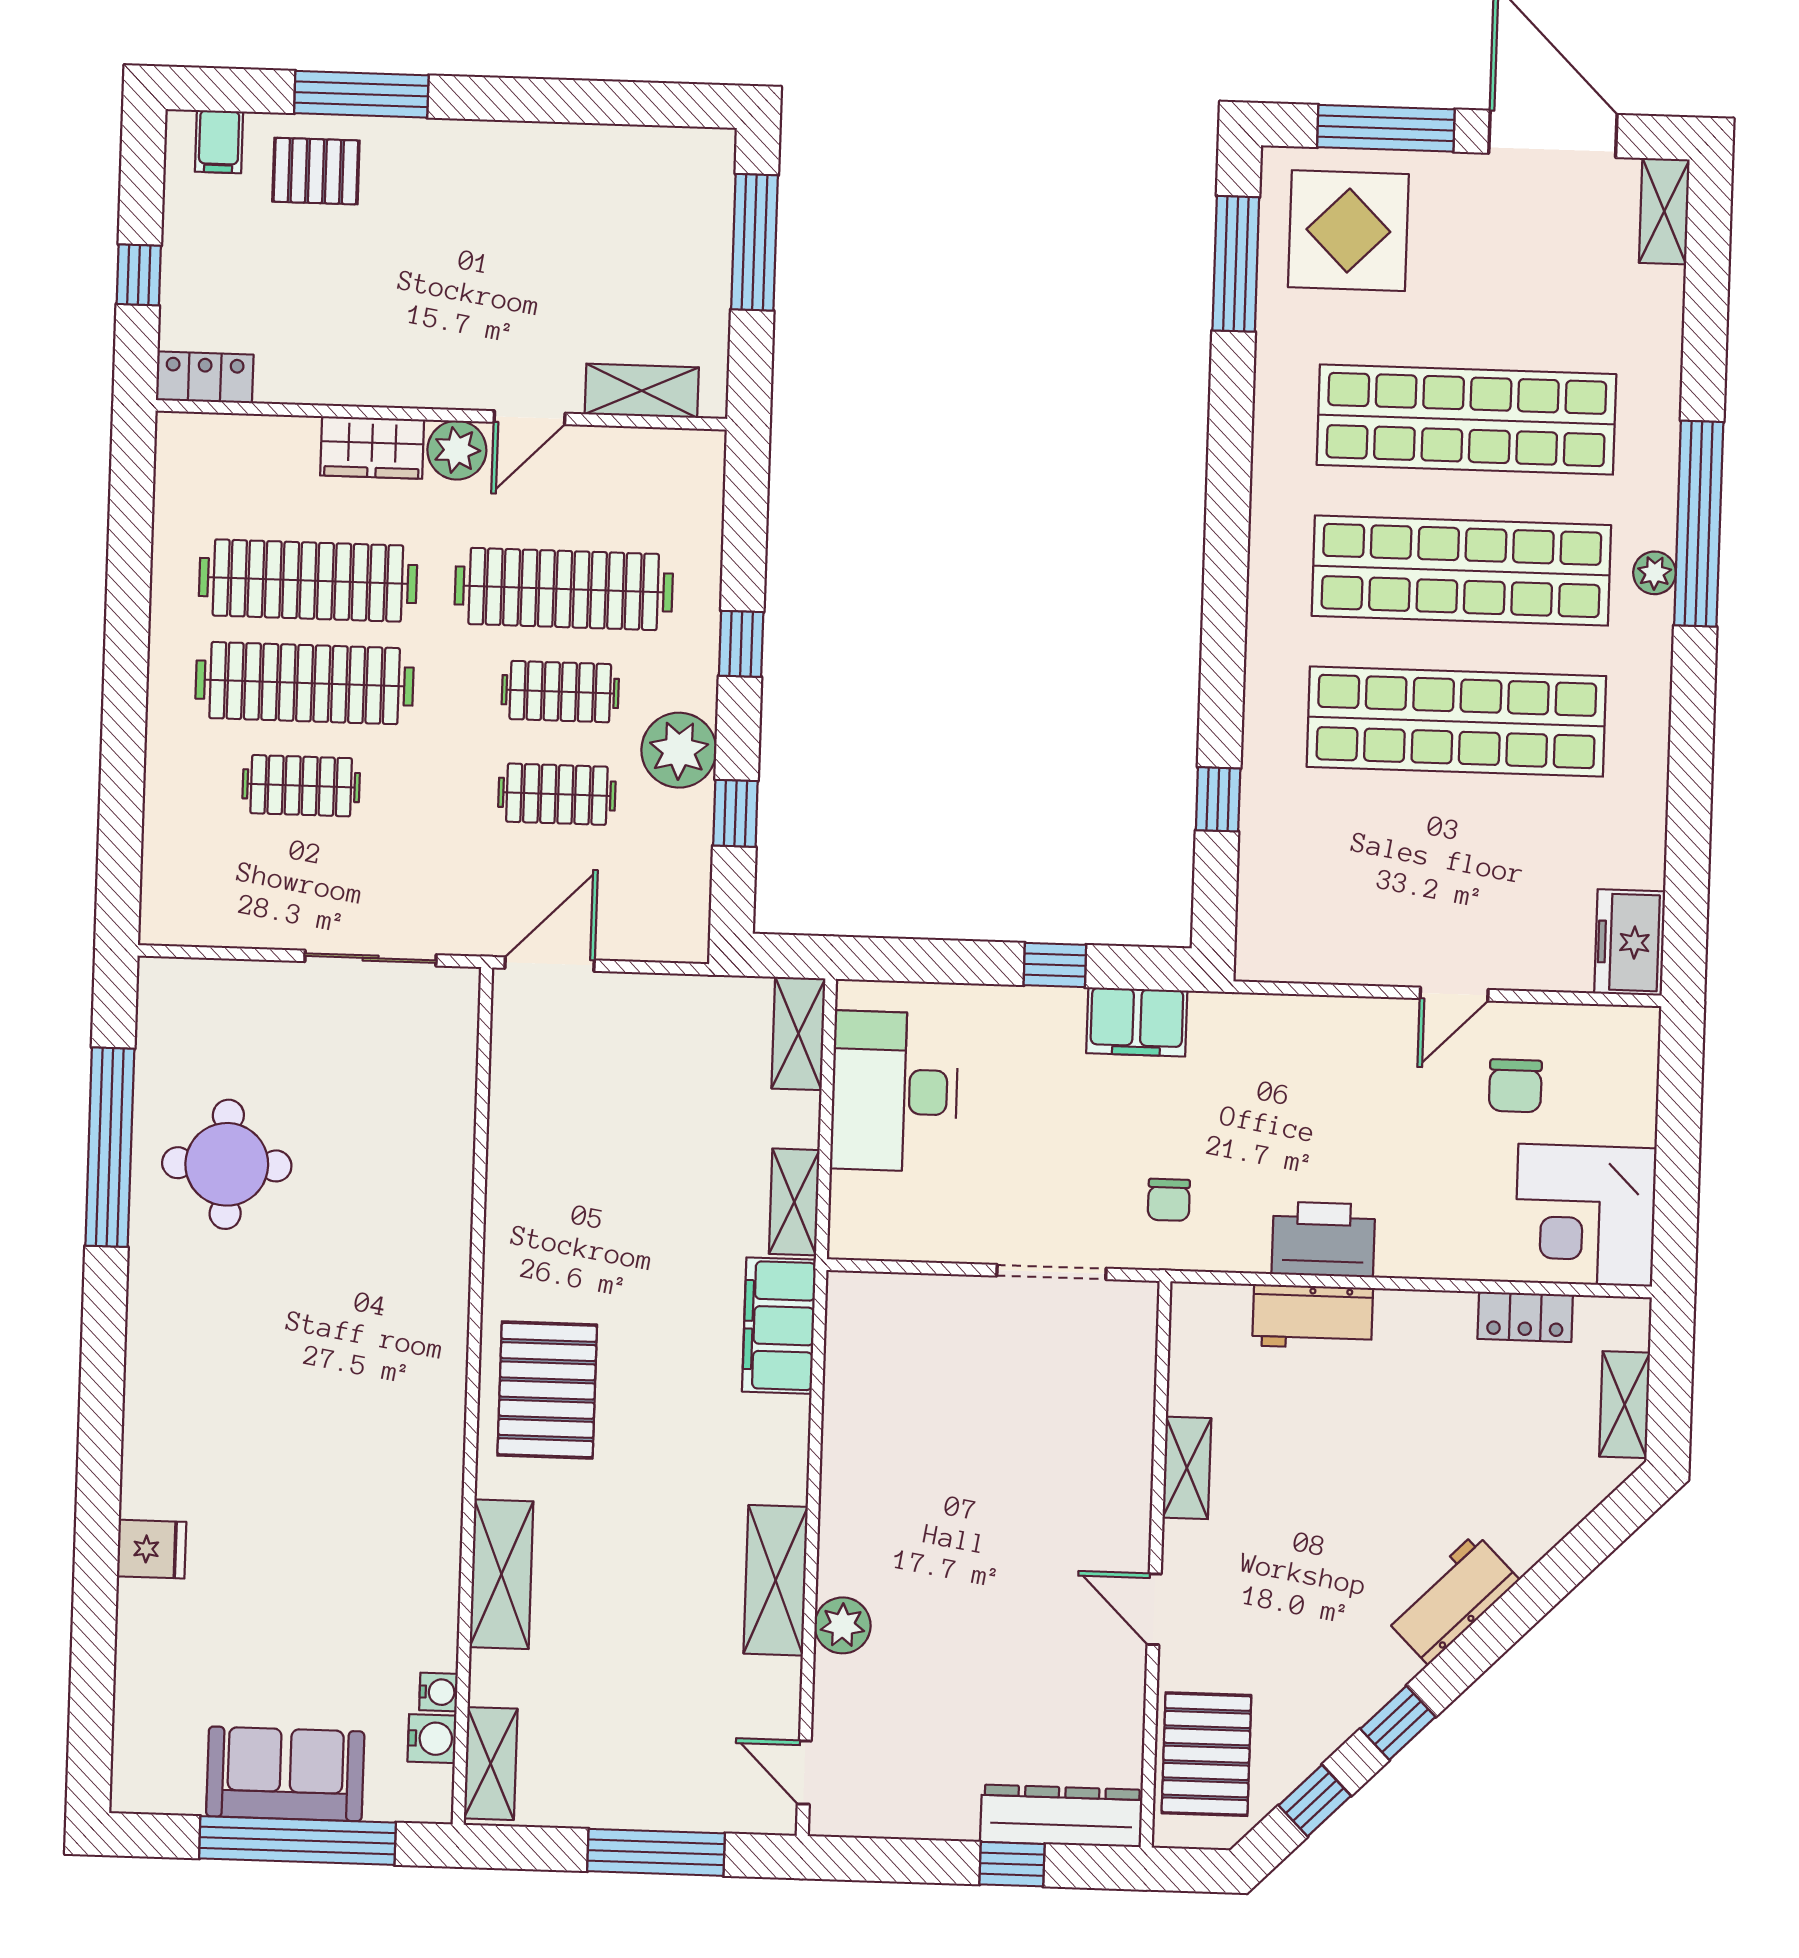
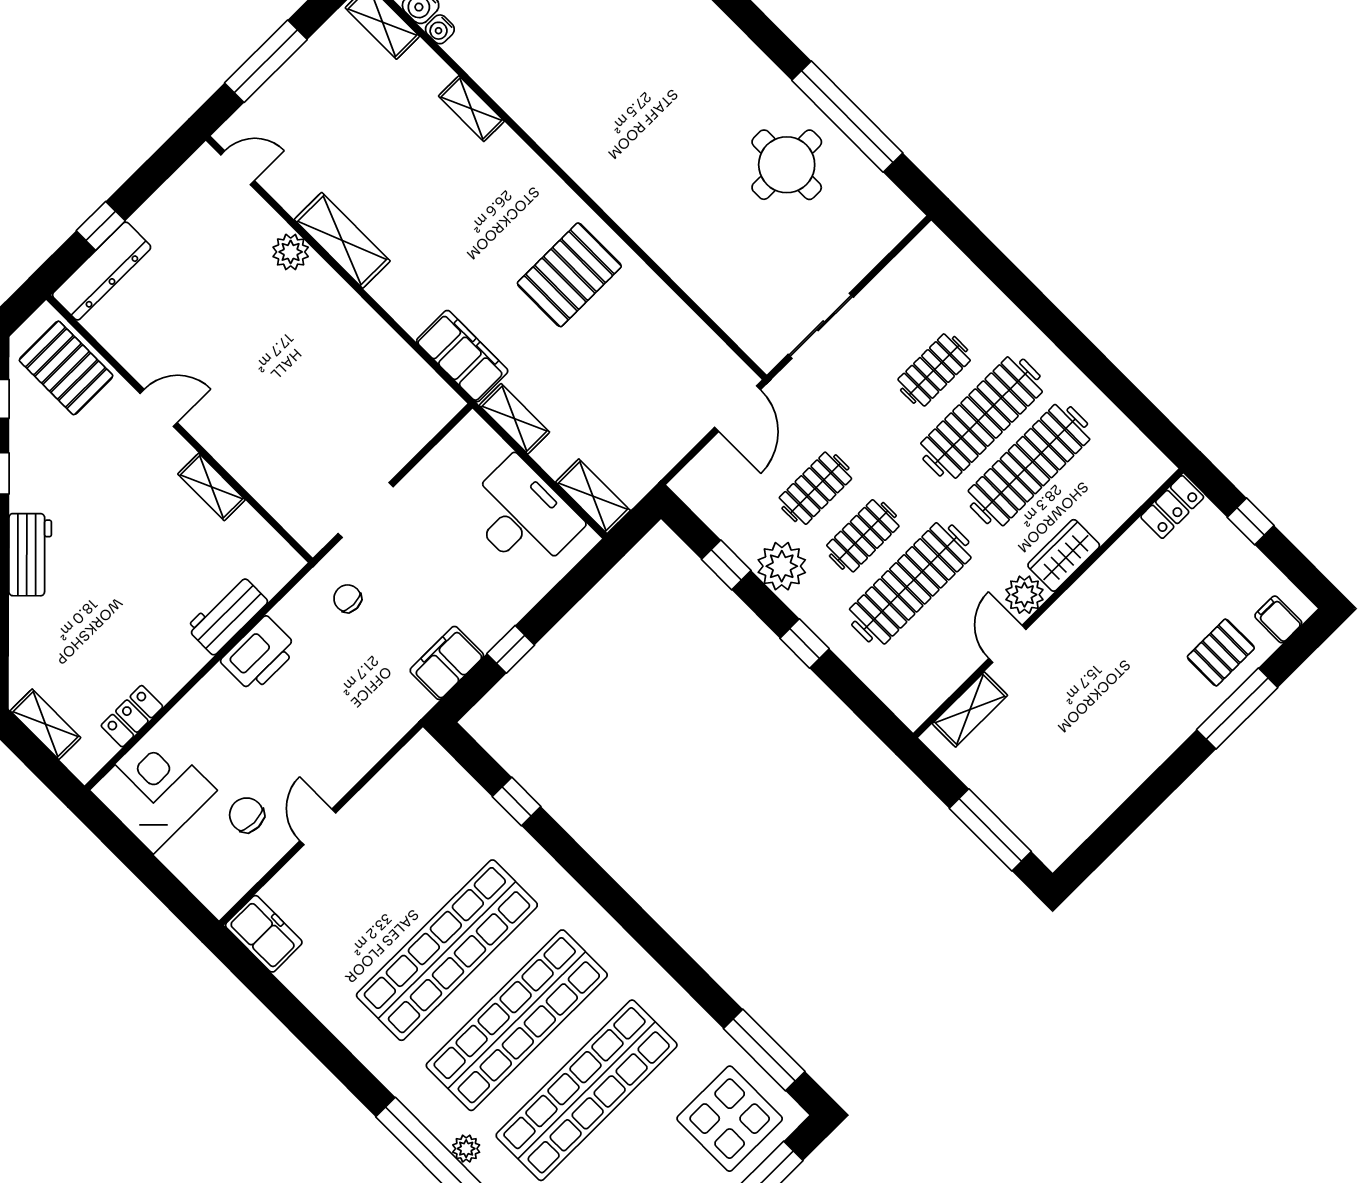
plant: (1655, 573) -> (466, 1149), moved
pallet: (547, 1390) -> (569, 275), moved, turned 90
shelving: (501, 1574) -> (471, 109), width x0.67, depth x0.75

